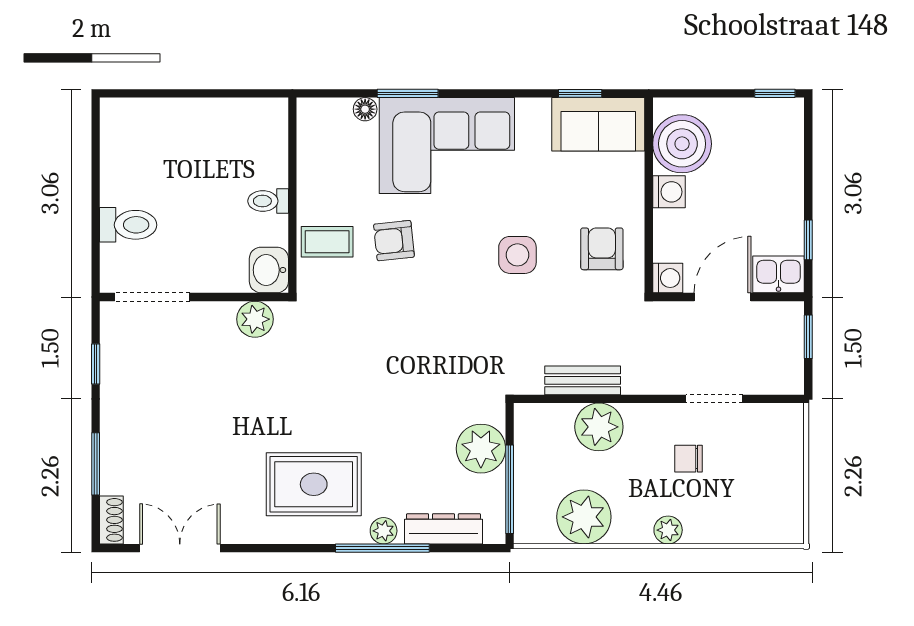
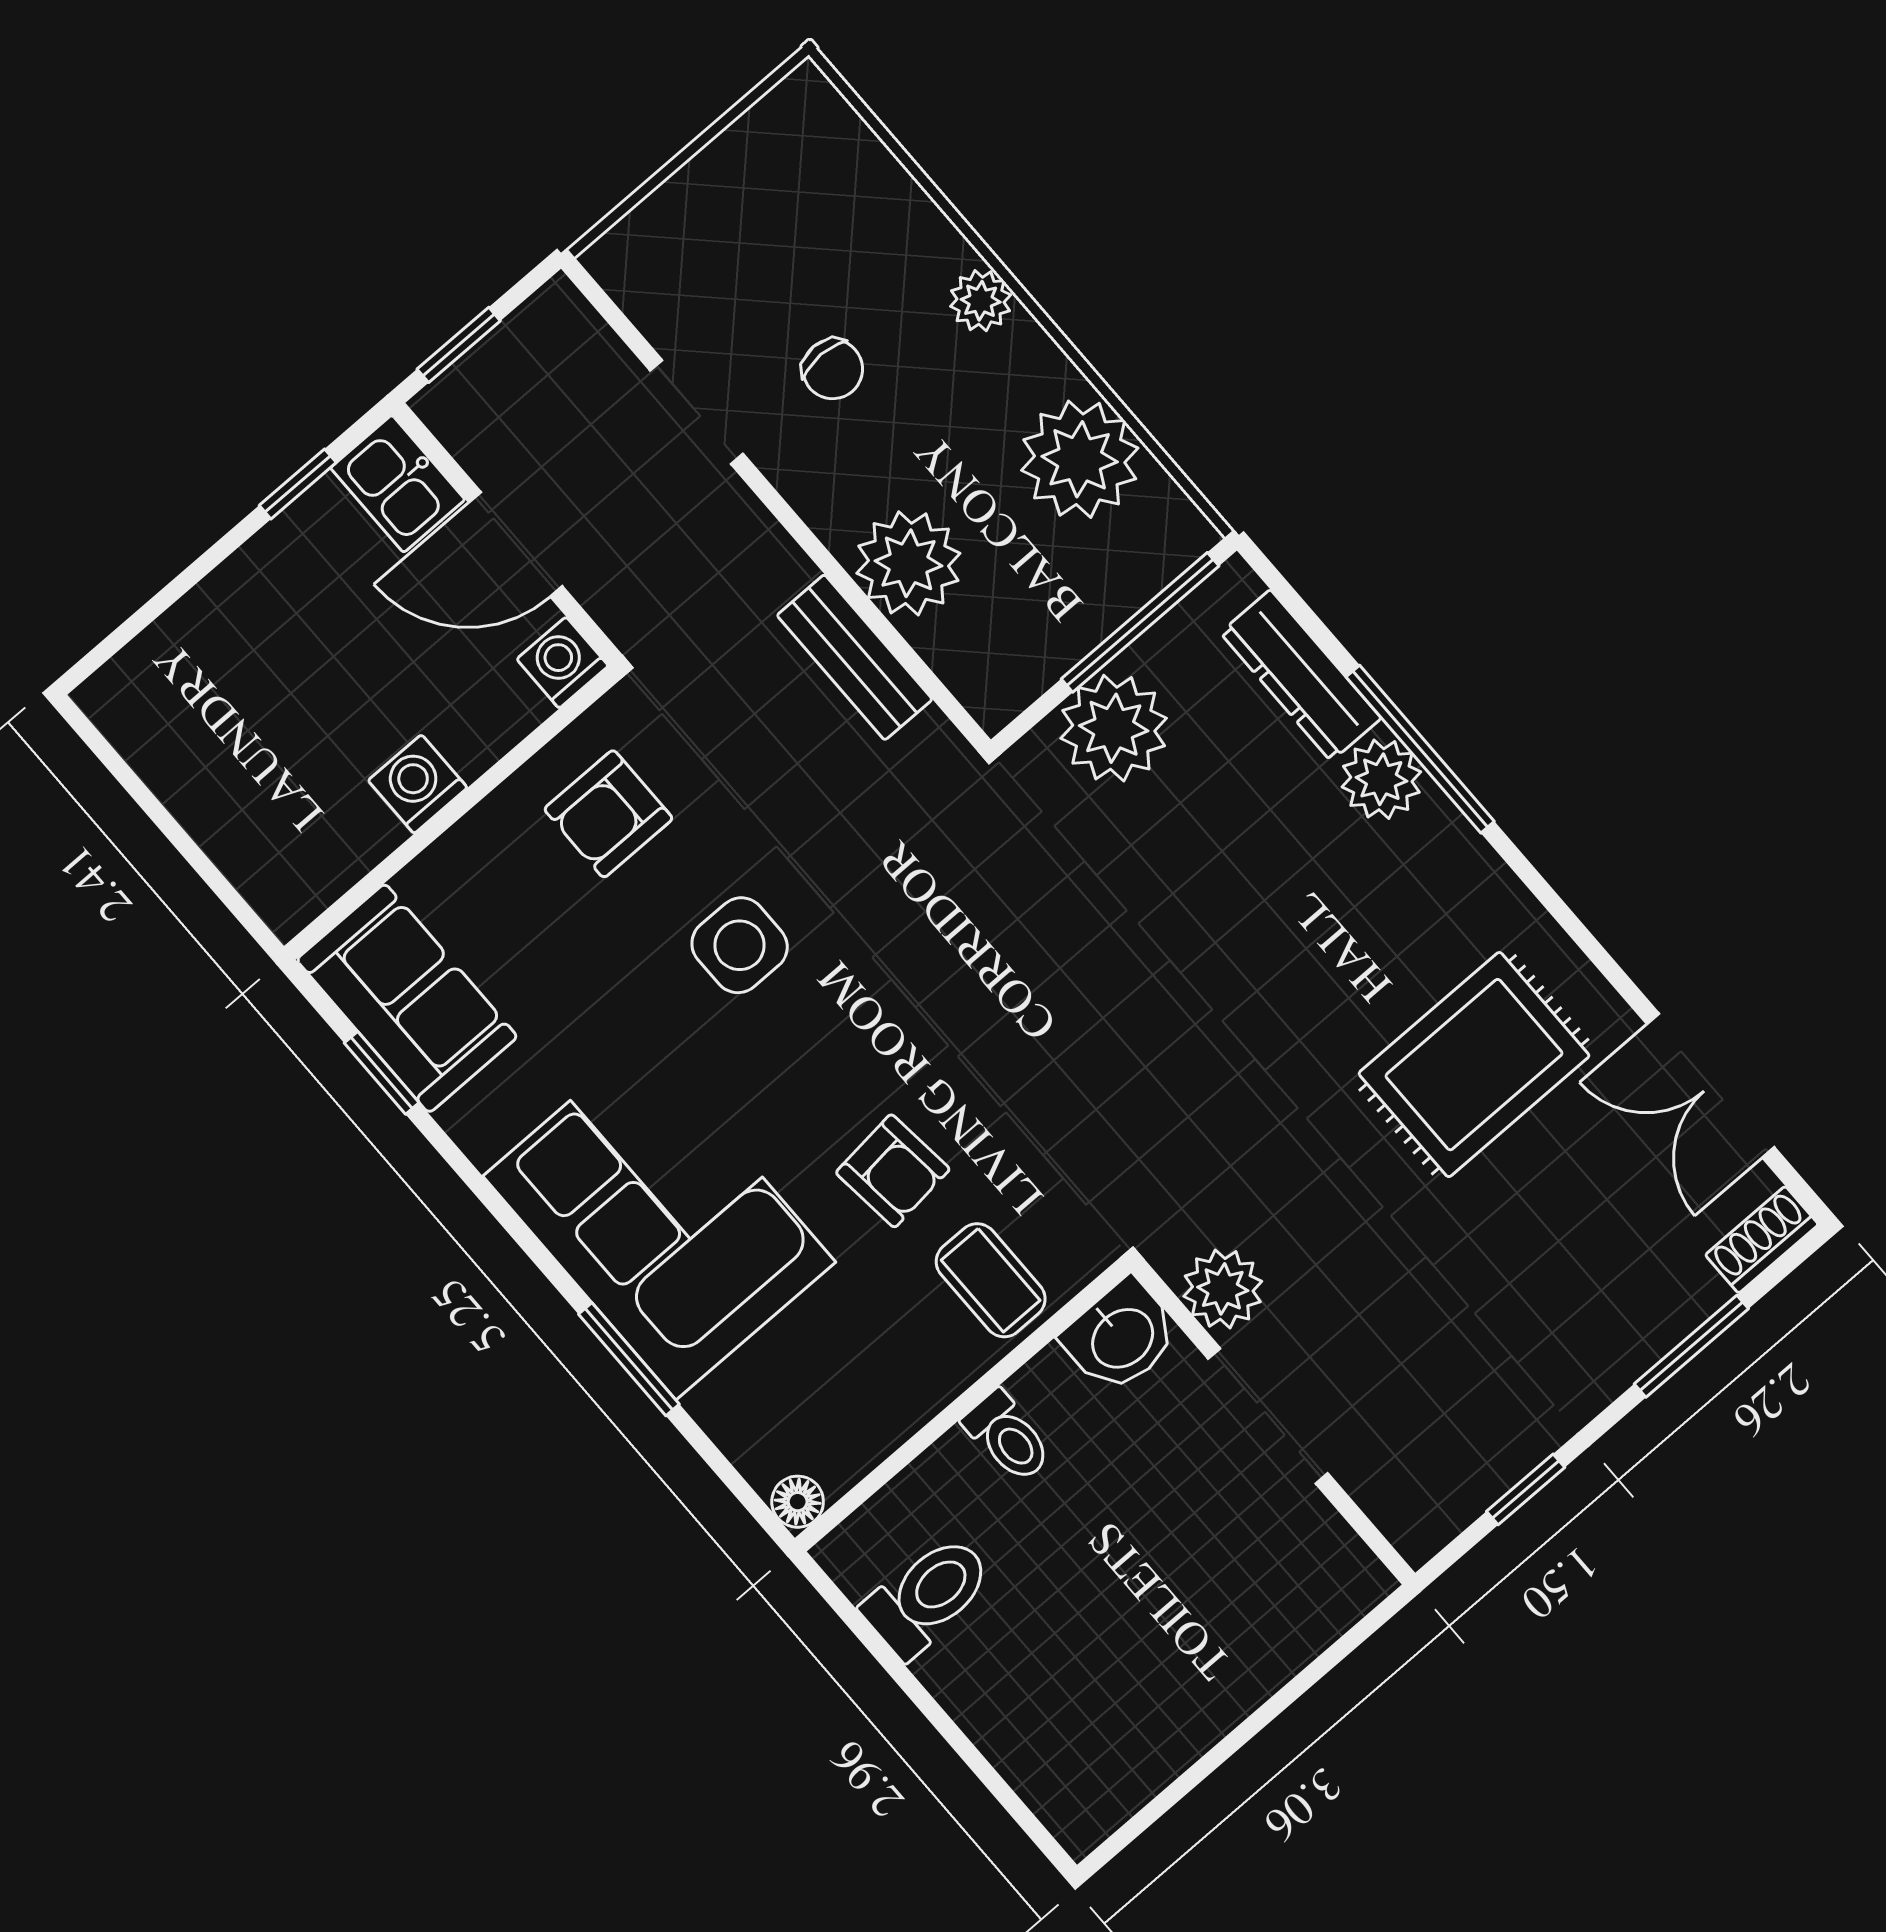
window: (775, 93) -> (102, 749), removed
floor lamp: (365, 109) -> (798, 1502), moved
boiler: (682, 144) -> (319, 831), removed
toilet: (128, 225) -> (928, 1596), moved, turned 90
doorway: (152, 297) -> (1268, 1416), moved
rug: (314, 484) -> (1474, 1065), moved, turned 90
plant: (384, 531) -> (1381, 779), width x1.38, depth x1.38

